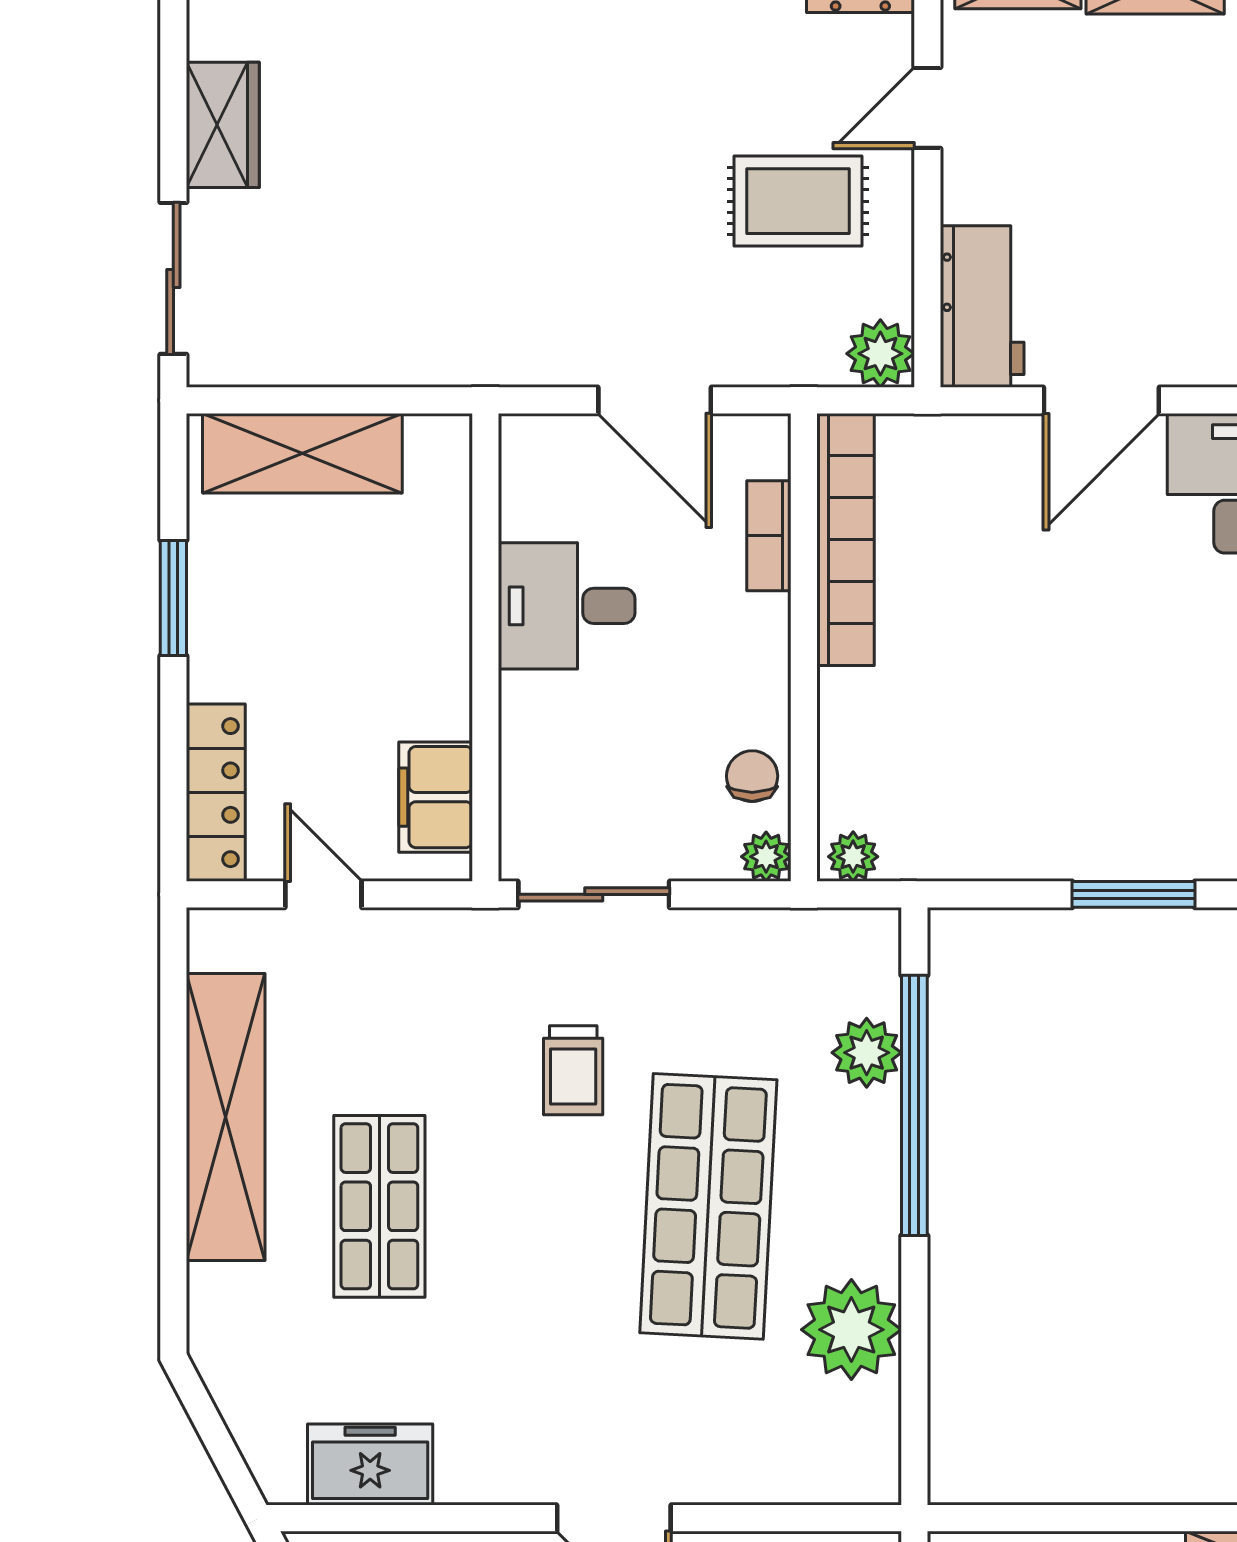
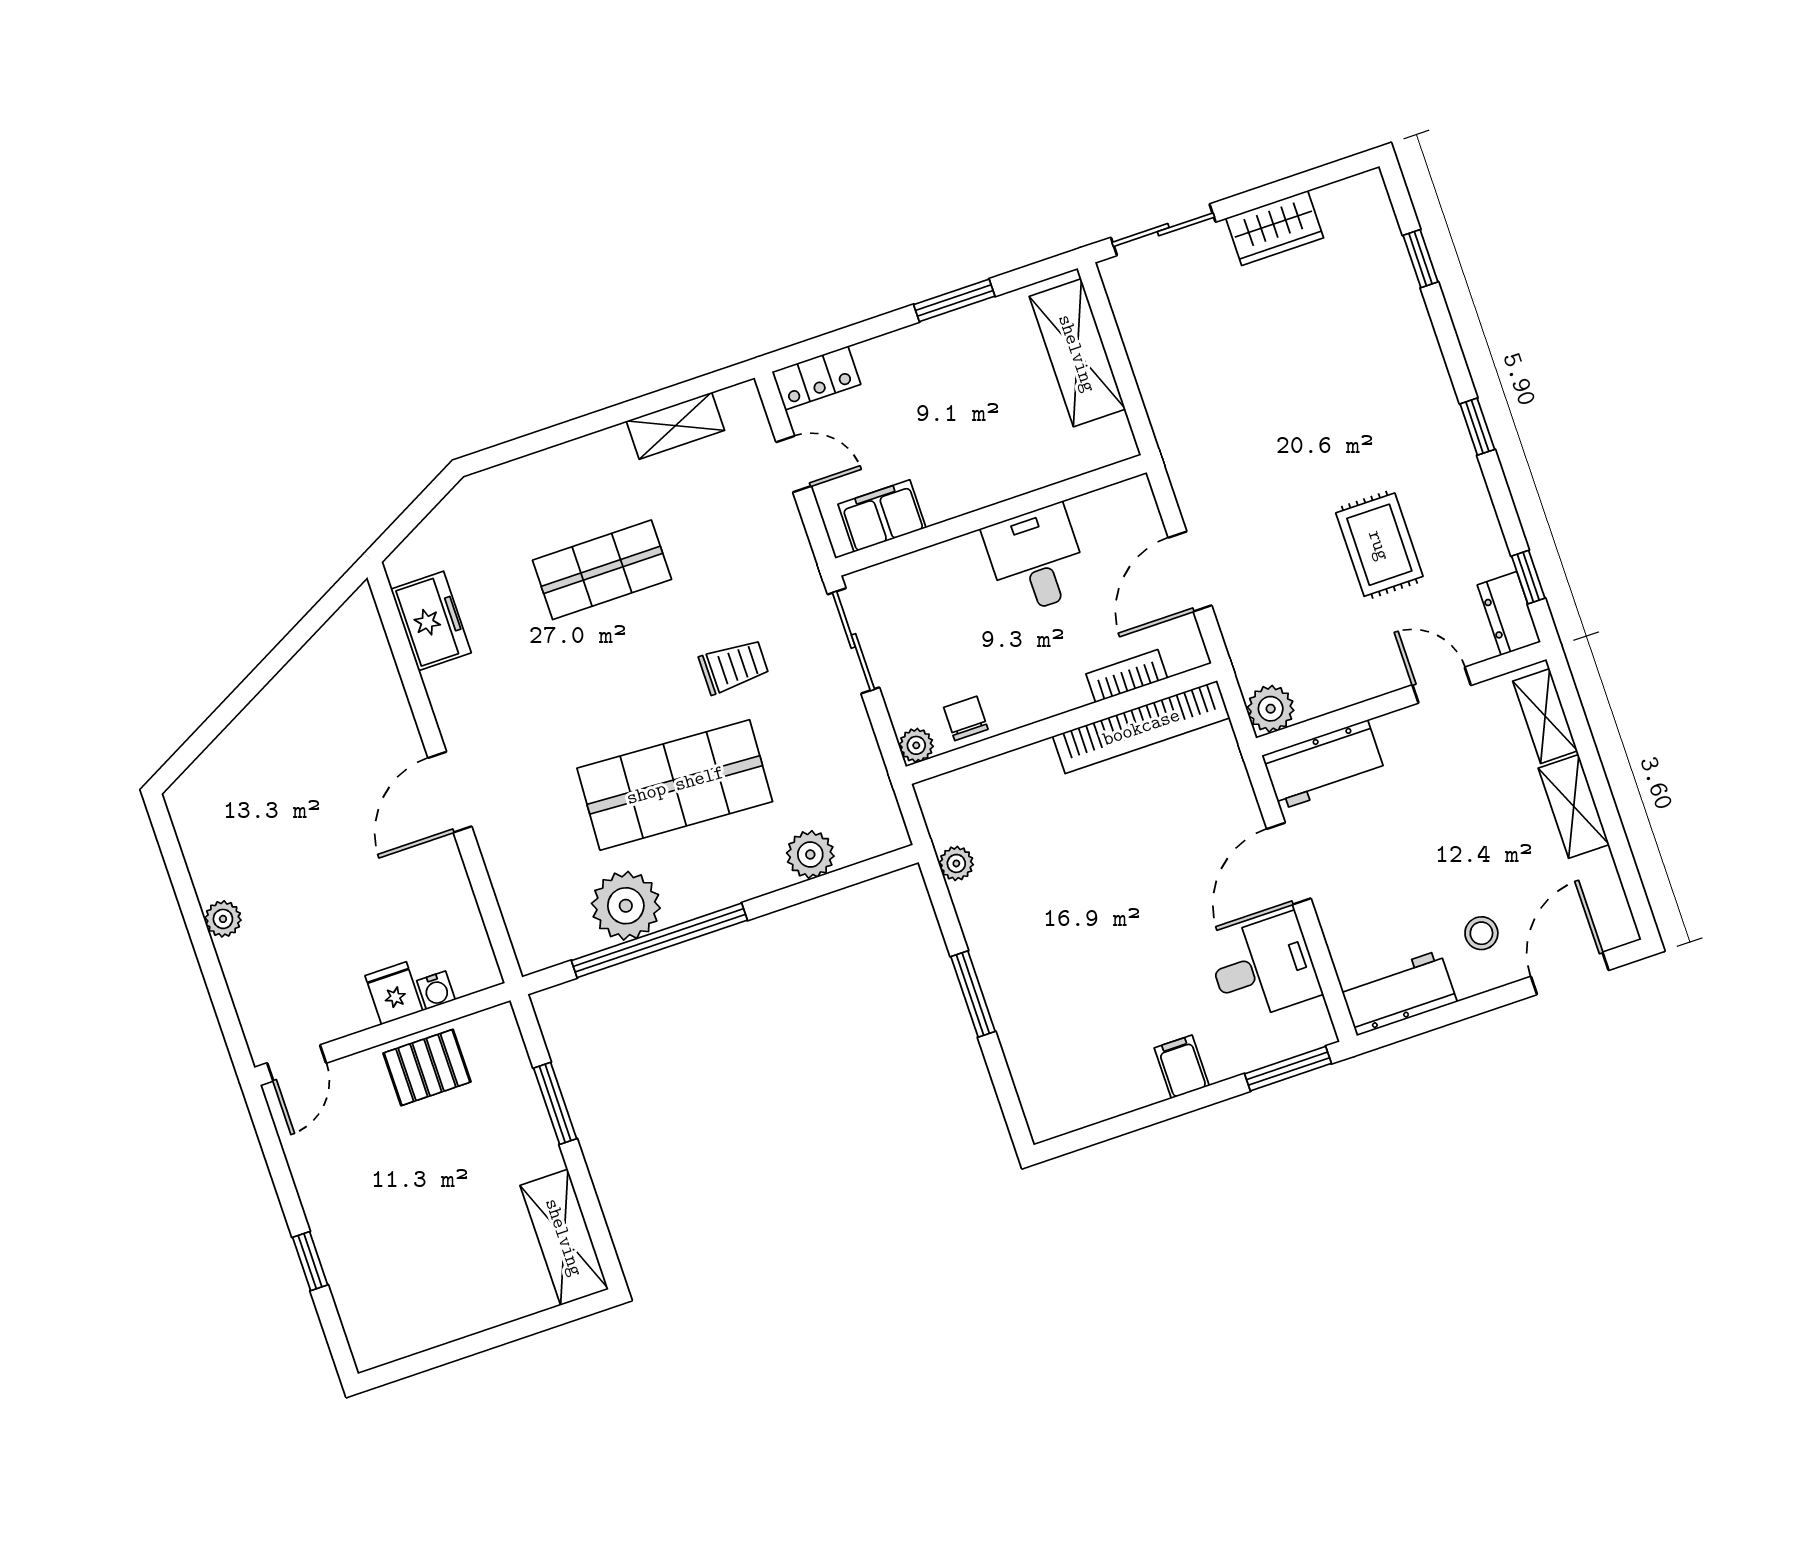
rug: (798, 201) -> (1379, 545), moved
door: (1101, 400) -> (1289, 864), hinge flipped
chair: (752, 776) -> (966, 718), turned -90
locker: (216, 793) -> (816, 378), width x0.66
plant: (853, 857) -> (956, 863), moved
door: (323, 894) -> (794, 464), hinge flipped
trolley: (573, 1070) -> (734, 666), turned 180
window: (914, 1105) -> (659, 940), moved
shelving: (226, 1117) -> (675, 426), width x0.45, depth x0.75
window: (1090, 1518) -> (555, 1103), added

